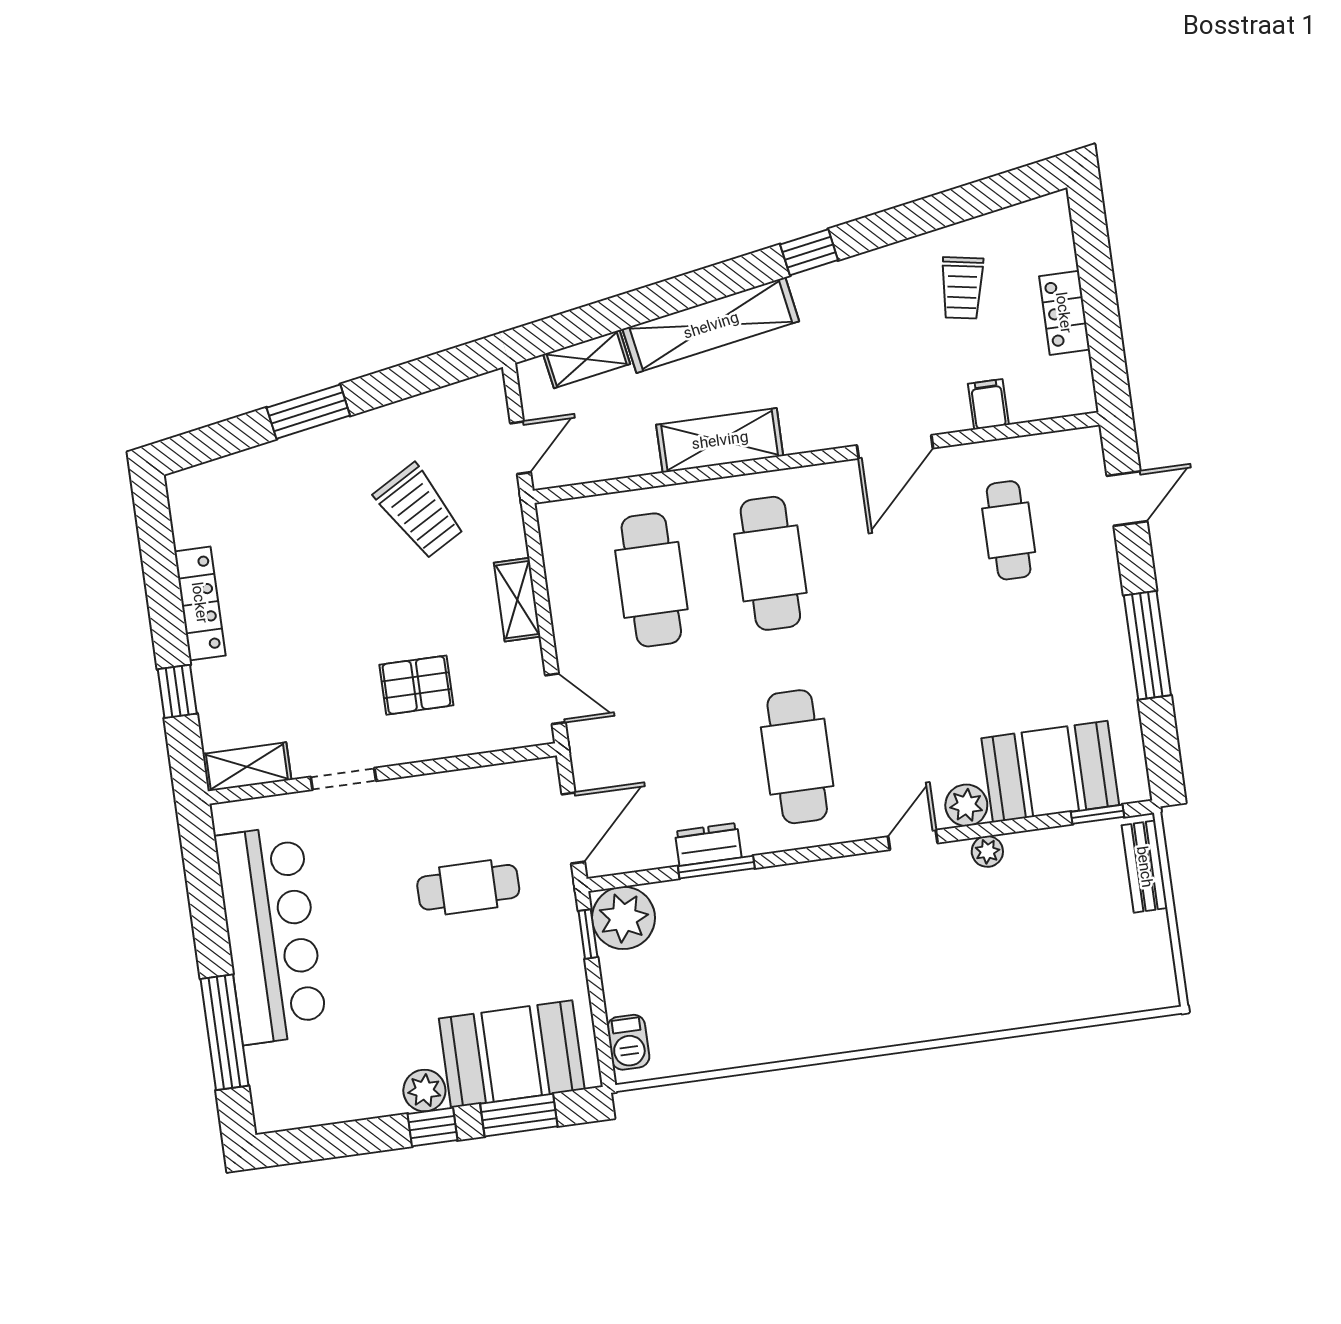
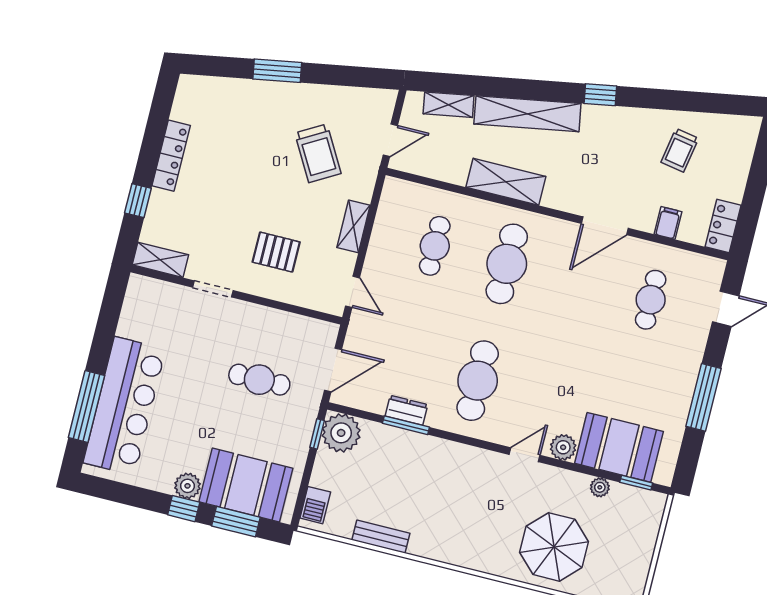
locker: (1064, 313) -> (723, 226), moved
cafe table: (651, 580) -> (435, 246), width x0.73, depth x0.74
plant: (987, 851) -> (600, 487), moved
bench: (1145, 867) -> (381, 537), moved, turned 90
bar counter: (271, 935) -> (124, 406), moved
parasol: (1013, 961) -> (554, 547), added

